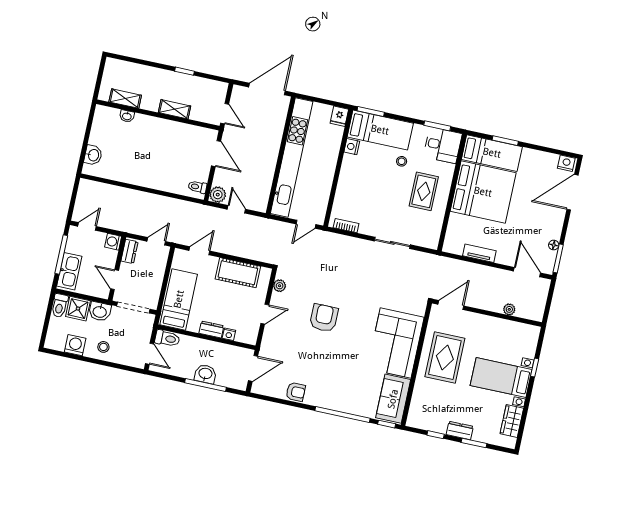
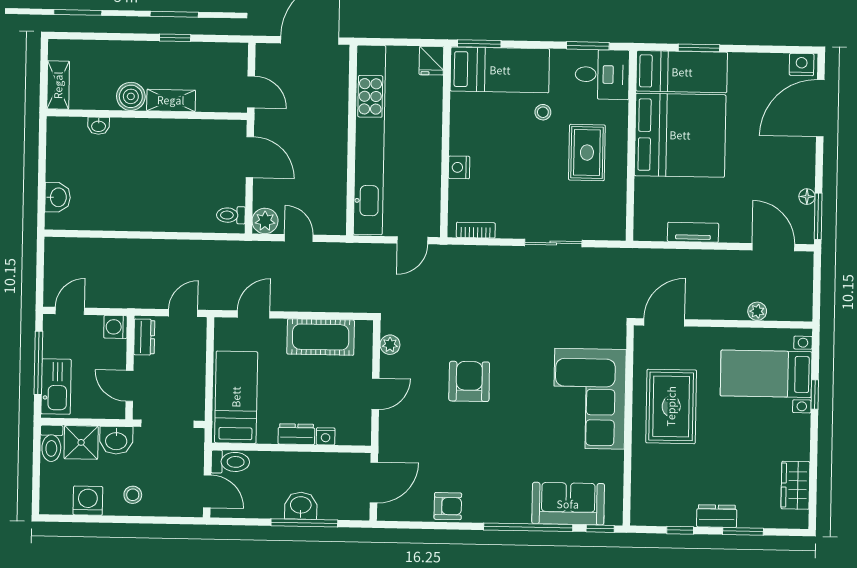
shelving: (125, 99) -> (58, 85), moved, turned 90
boiler: (150, 102) -> (131, 96), added
nightstand: (352, 147) -> (459, 167), moved
bed with nightstands: (501, 377) -> (766, 374), moved
sofa: (393, 399) -> (568, 504), moved, turned 90

